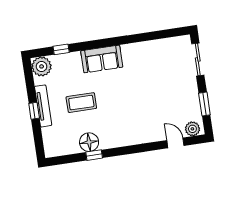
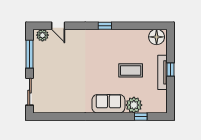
plant: (42, 66) -> (134, 105), moved
window: (204, 104) -> (30, 54), width x1.44
floor lamp: (89, 142) -> (157, 37), moved
window: (94, 155) -> (105, 26), moved

